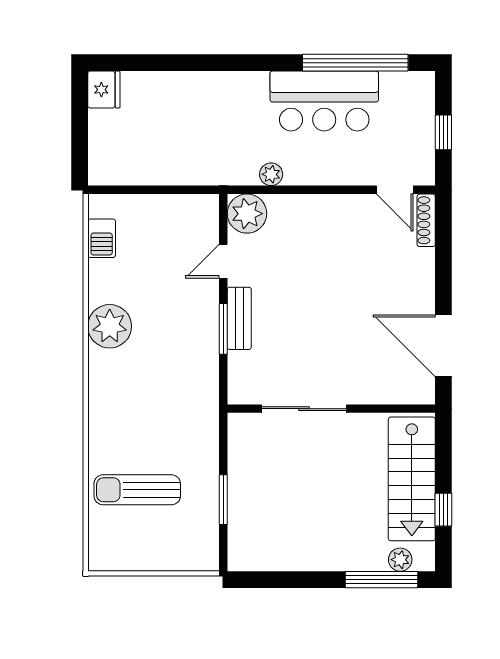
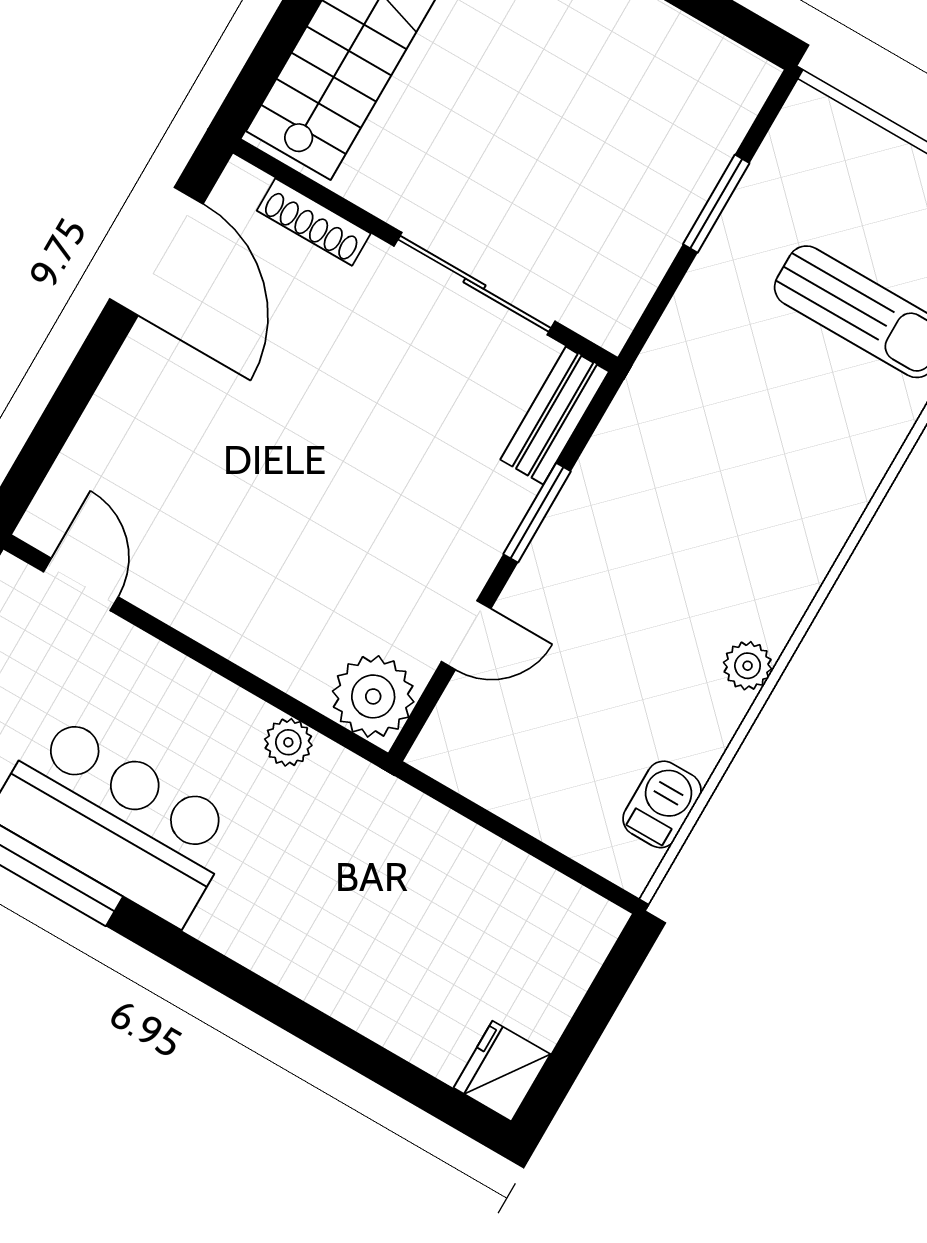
shoe rack: (426, 220) -> (314, 222), moved, turned 90
bench: (239, 318) -> (555, 416), moved
plant: (110, 326) -> (748, 666), width x0.53, depth x0.53

